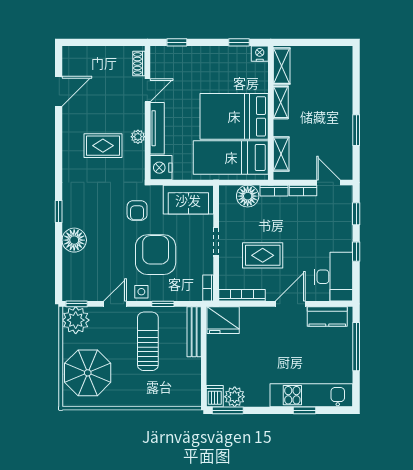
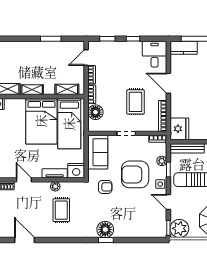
tv unit: (157, 128) -> (55, 173), width x0.71
floor lamp: (74, 240) -> (105, 230), moved
desk: (333, 277) -> (155, 54), width x0.73
plant: (176, 294) -> (162, 161), added
kitchen counter: (327, 316) -> (184, 48), moved, turned 90

